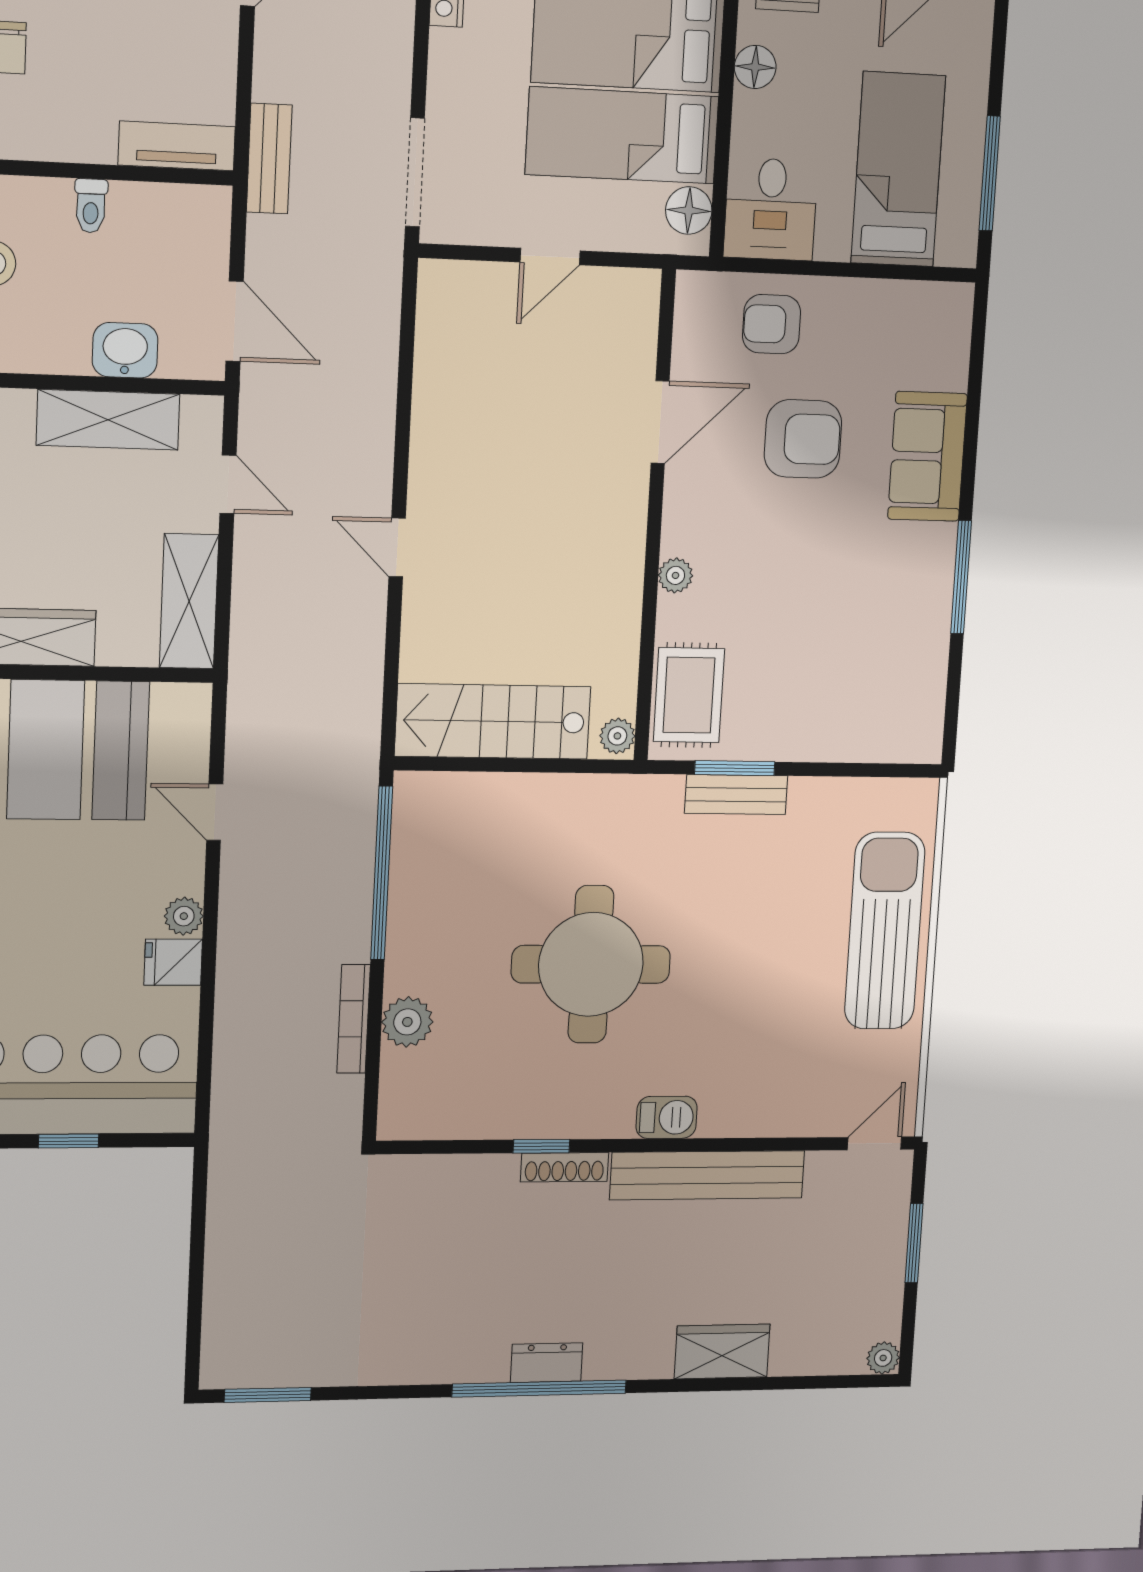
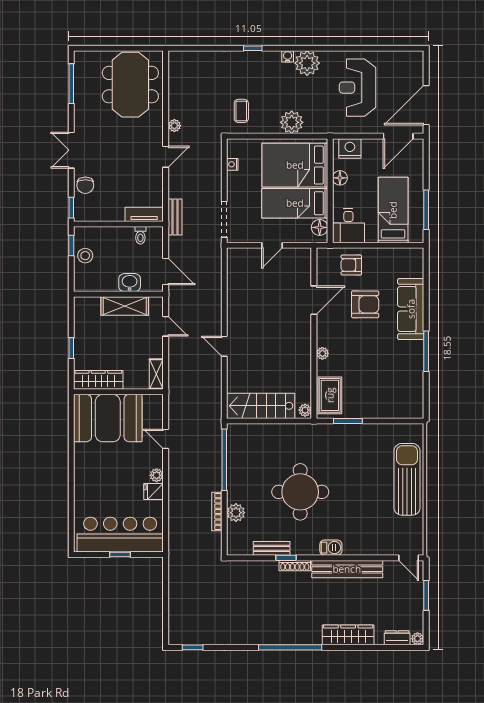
toilet: (91, 206) -> (140, 235), moved
sofa: (927, 456) -> (411, 309), width x1.36
shelving: (189, 601) -> (156, 374), width x0.67, depth x0.75
bench: (736, 795) -> (272, 548), moved
door: (874, 1143) -> (409, 558), swing flipped
wardrobe: (722, 1351) -> (348, 635), width x1.50
dresser: (547, 1363) -> (397, 638), moved
window: (268, 1395) -> (193, 647), width x0.67

